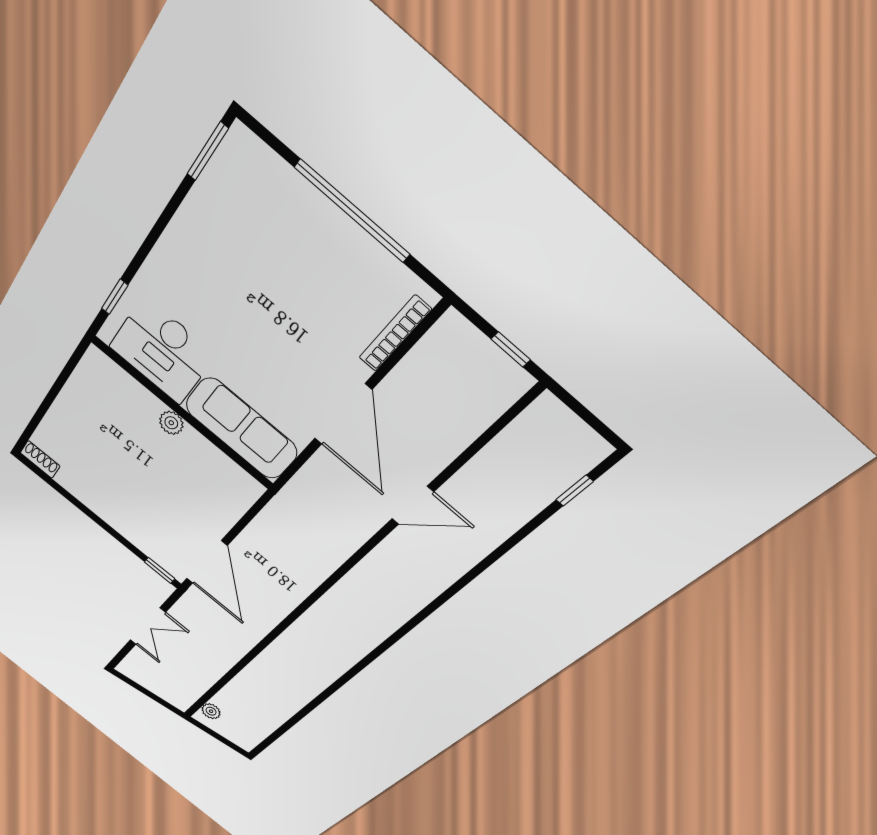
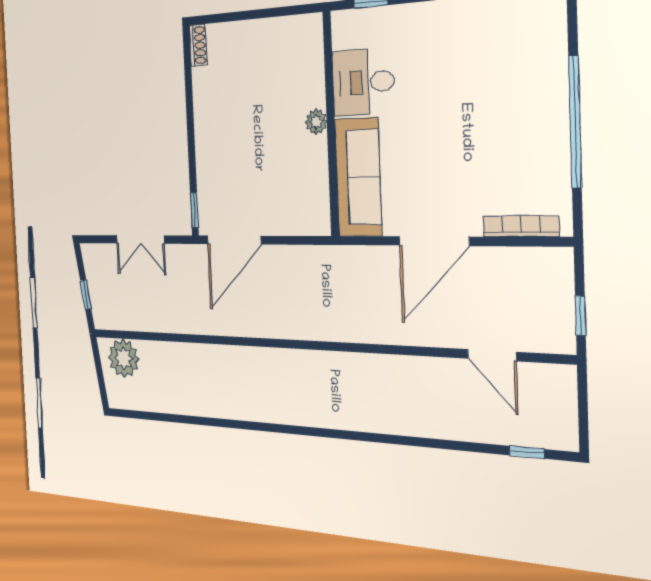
desk: (162, 351) -> (363, 82), width x0.73
door: (413, 505) -> (492, 355), moved
window: (154, 697) -> (86, 295), added
plant: (211, 711) -> (124, 358), width x1.87, depth x1.87

